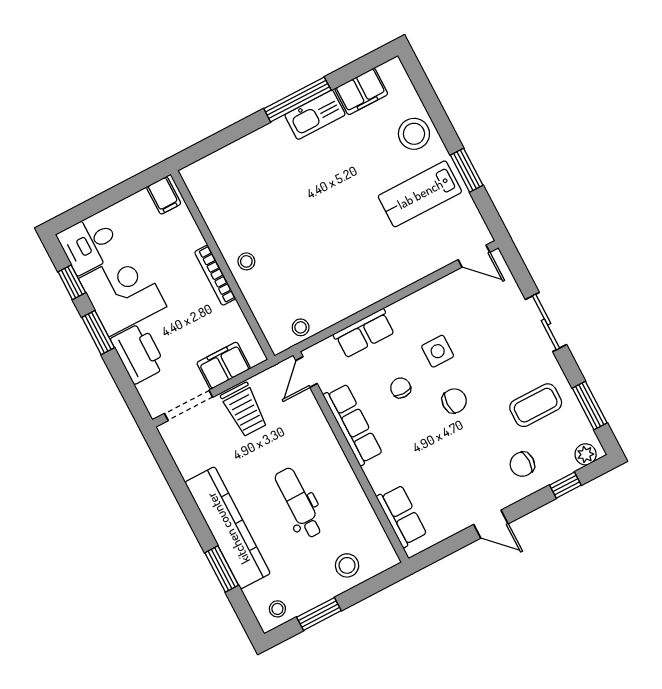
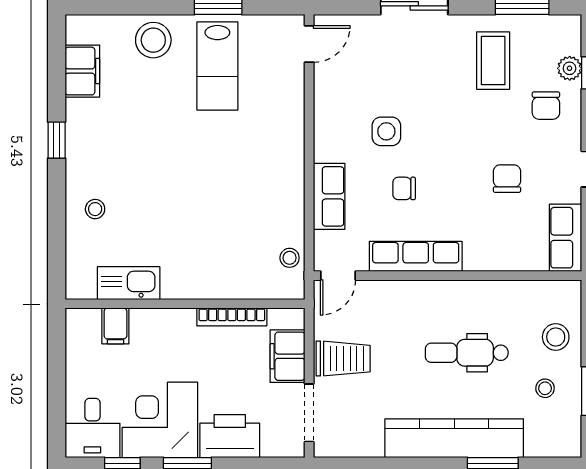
window: (297, 99) -> (57, 140), width x0.46
kitchen sink: (315, 115) -> (129, 283), moved, turned -90
filing cabinet: (164, 195) -> (115, 326), moved, turned 90
stool: (246, 261) -> (95, 209), moved
bookcase: (215, 275) -> (232, 317), moved
door: (306, 372) -> (338, 276), hinge flipped
chair: (454, 401) -> (507, 179), moved
plant: (586, 454) -> (570, 68), moved
row of seats: (402, 516) -> (566, 238), moved, turned -90
stool: (277, 609) -> (545, 388), moved

